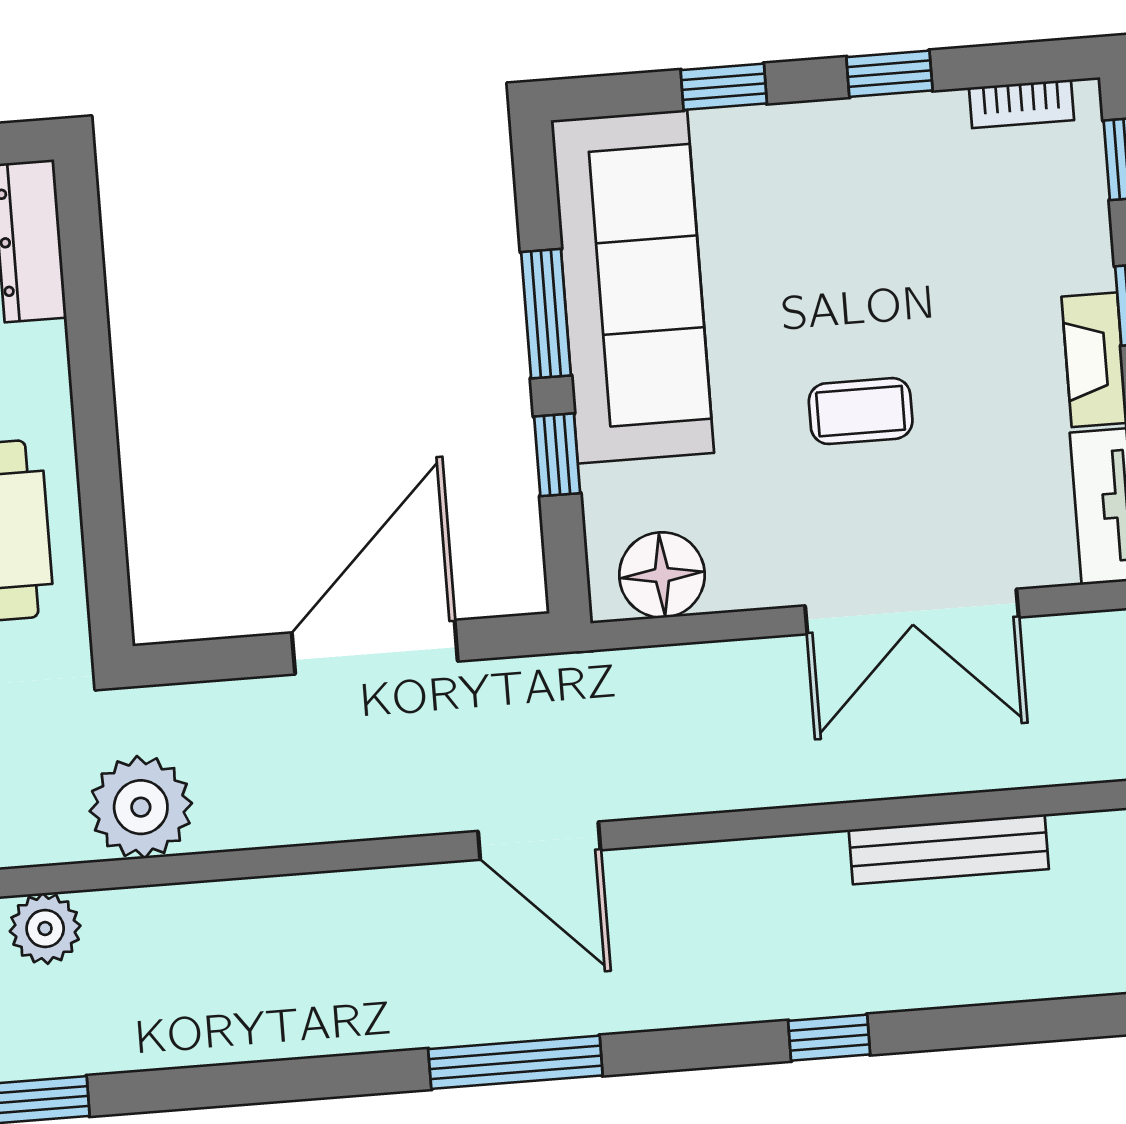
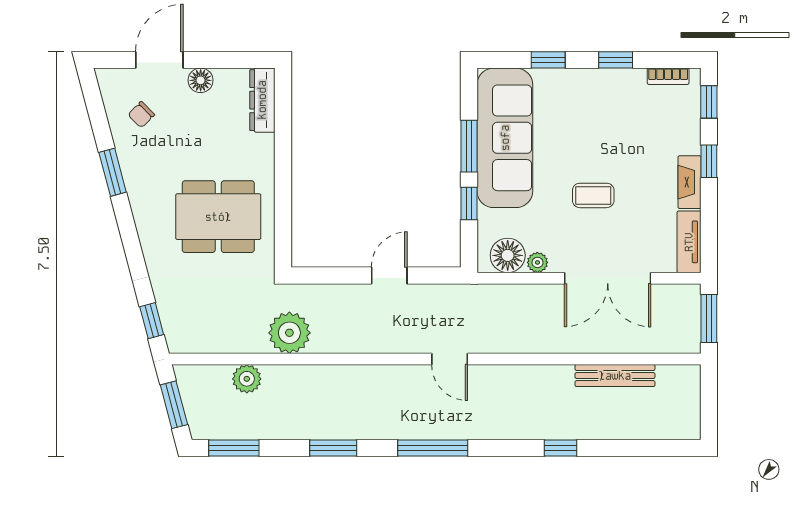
plant: (737, 586) -> (537, 262), added
door: (375, 647) -> (389, 275), width x0.53
door: (539, 841) -> (450, 359), width x0.73
window: (271, 1082) -> (333, 448), added

